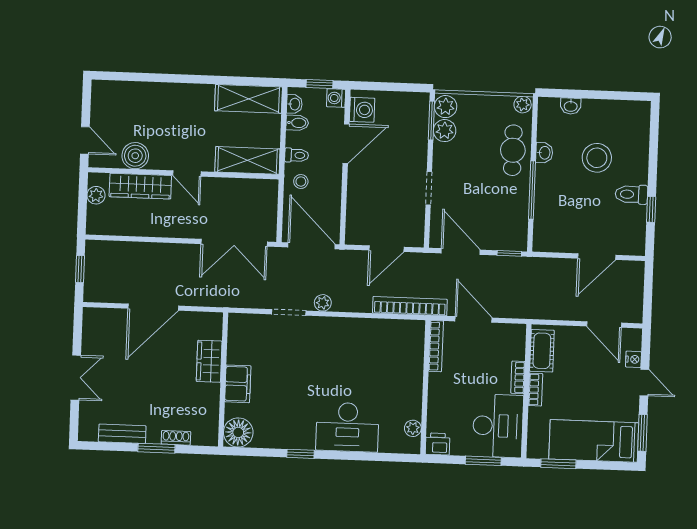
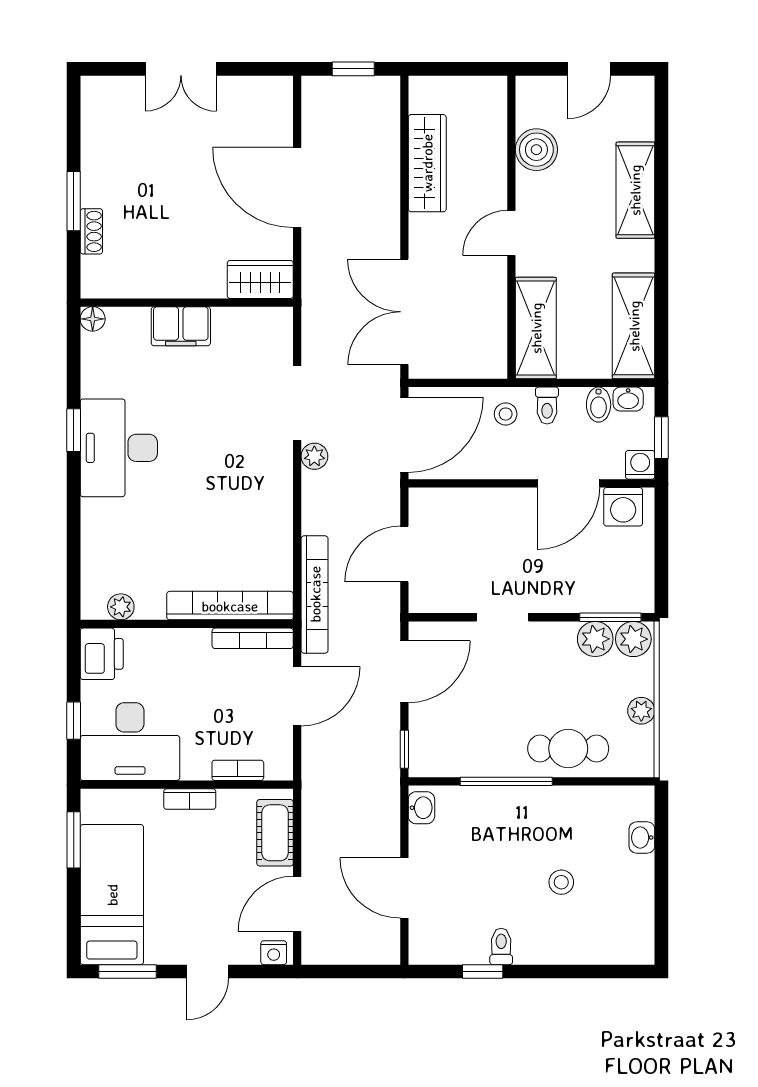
shelving: (163, 94) -> (635, 190), added
plant: (523, 105) -> (641, 711), moved
door: (85, 140) -> (589, 69), moved
door: (346, 144) -> (568, 483), hinge flipped
washbasin: (544, 153) -> (421, 808), moved, turned -90
stool: (597, 158) -> (561, 882), width x0.53, depth x0.53
wardrobe: (140, 186) -> (427, 163), moved, turned 180
toilet: (631, 194) -> (501, 946), width x0.73, depth x0.72
plant: (96, 195) -> (471, 90), removed
door: (386, 249) -> (404, 554), hinge flipped
doorway: (289, 312) -> (297, 403), width x1.38
cot: (542, 351) -> (275, 833), moved, turned 90
nightstand: (634, 359) -> (274, 953), moved
bookcase: (415, 360) -> (230, 606), added
wardrobe: (209, 361) -> (260, 279), moved
bookcase: (518, 377) -> (238, 770), moved
desk: (347, 427) -> (119, 448), moved
floor lamp: (238, 432) -> (93, 319), width x0.53, depth x0.53
bench: (122, 434) -> (94, 146), removed
printer: (438, 444) -> (102, 654), width x1.36, depth x1.24
window: (483, 461) -> (74, 721), width x0.67

